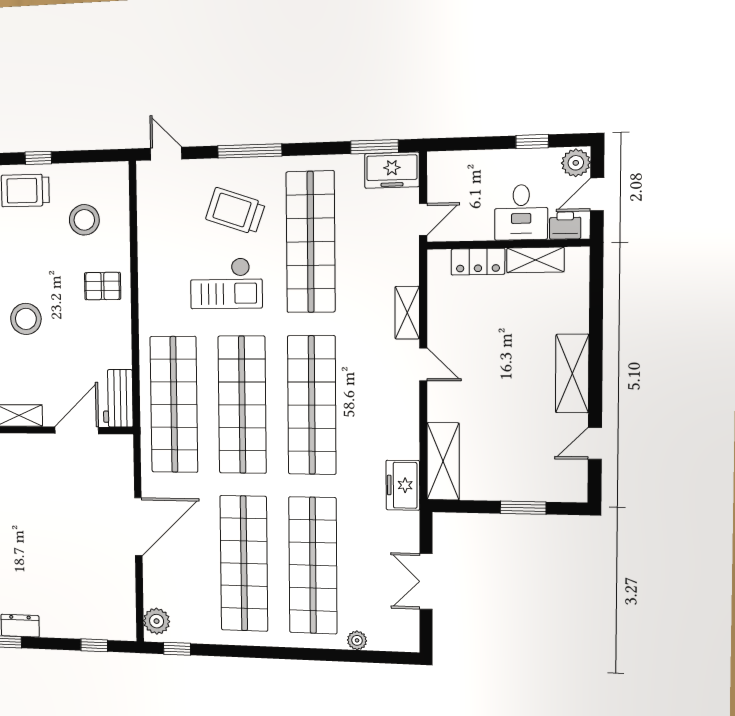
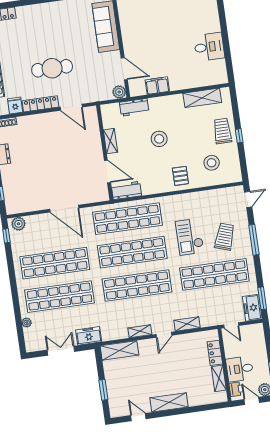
shelving: (408, 413) -> (140, 331), added
freezer: (403, 485) -> (89, 336), moved

